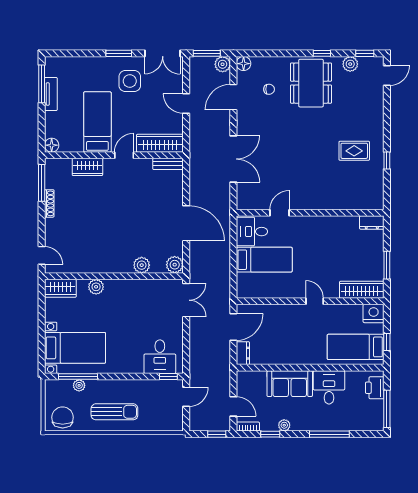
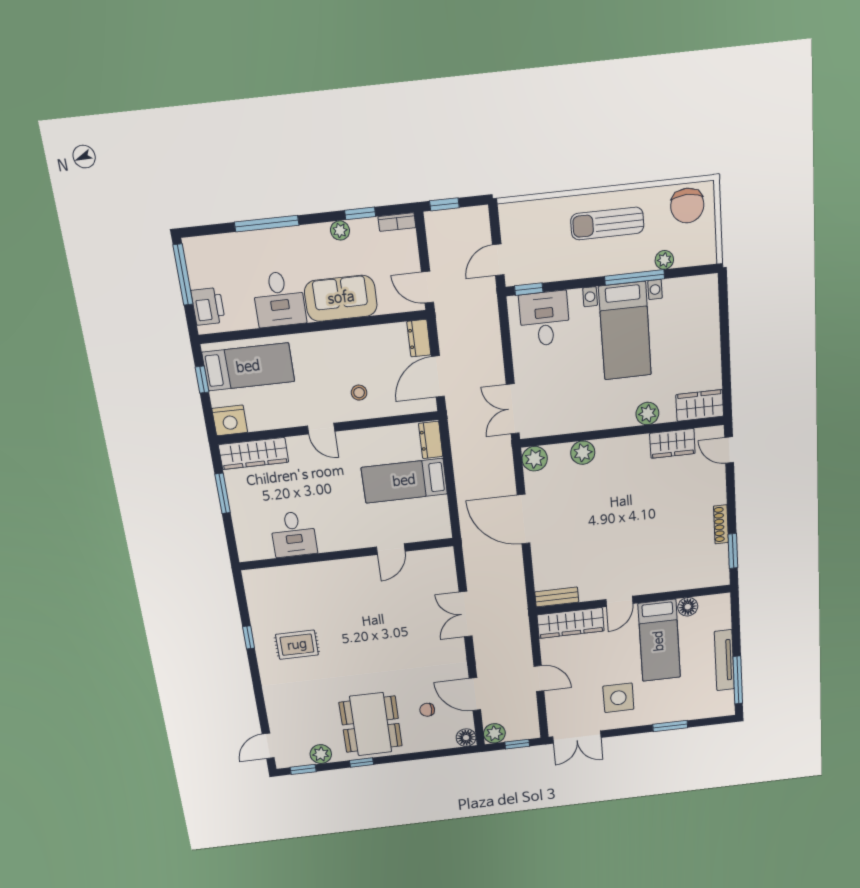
window: (119, 53) -> (670, 726), moved
double door: (163, 53) -> (577, 737), swing flipped
window: (207, 53) -> (517, 744), width x0.67
tv unit: (51, 94) -> (724, 660), width x1.41
door: (233, 97) -> (475, 694), swing flipped
floor lamp: (52, 145) -> (688, 607), moved
double door: (233, 159) -> (466, 614), width x0.73
wardrobe: (87, 167) -> (672, 443), moved, turned 180
window: (42, 183) -> (733, 551), width x0.69
dresser: (372, 223) -> (431, 440), moved, turned -90
desk: (252, 232) -> (294, 534), moved, turned 90
stool: (286, 322) -> (359, 393), added
bed with nightstands: (75, 348) -> (625, 331), moved, turned -90
window: (78, 377) -> (635, 277), moved
door: (233, 406) -> (427, 287), moved

